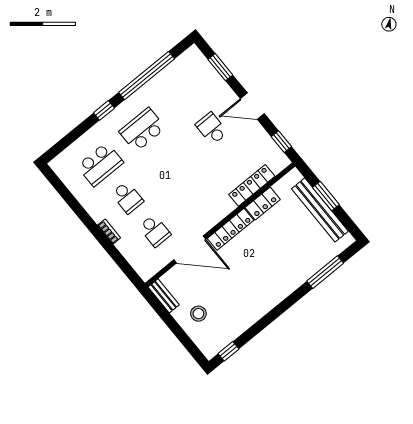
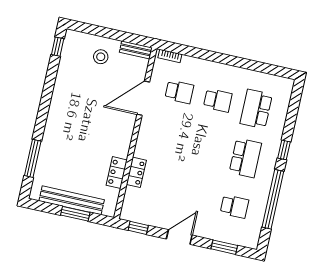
school desk: (212, 128) -> (234, 206), moved
locker: (252, 185) -> (136, 172), width x0.66
school desk: (127, 197) -> (218, 100), turned 180
locker: (231, 229) -> (125, 136), removed
school desk: (155, 231) -> (179, 92), turned 180
bookcase: (109, 232) -> (170, 56), moved

